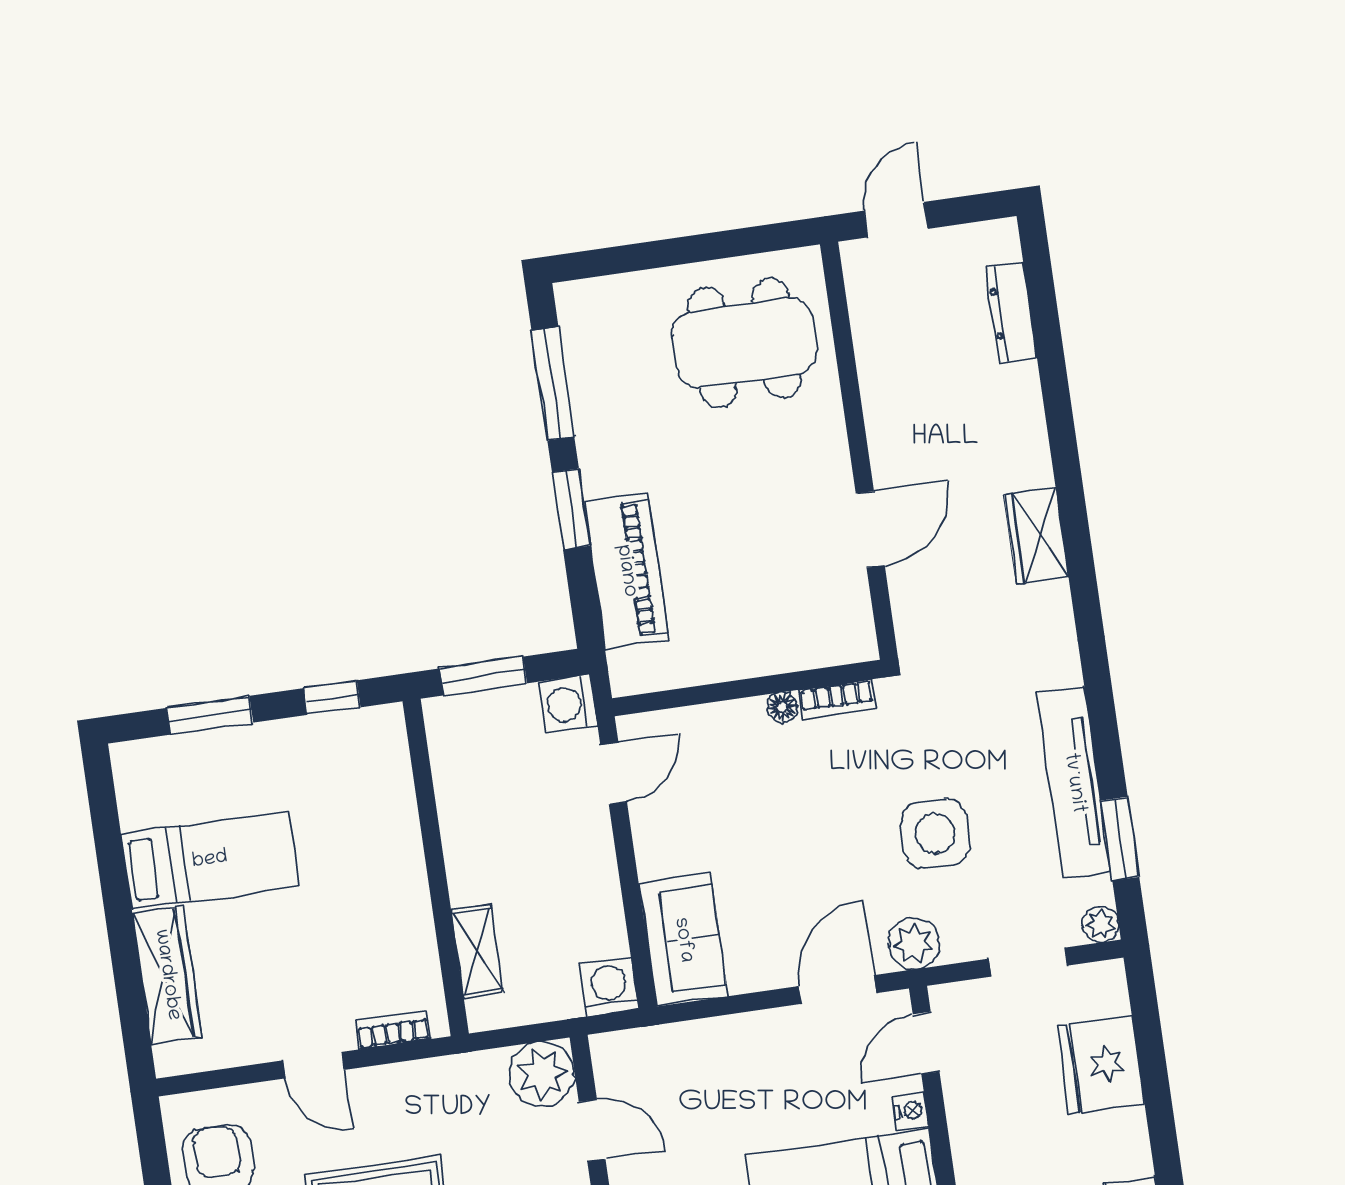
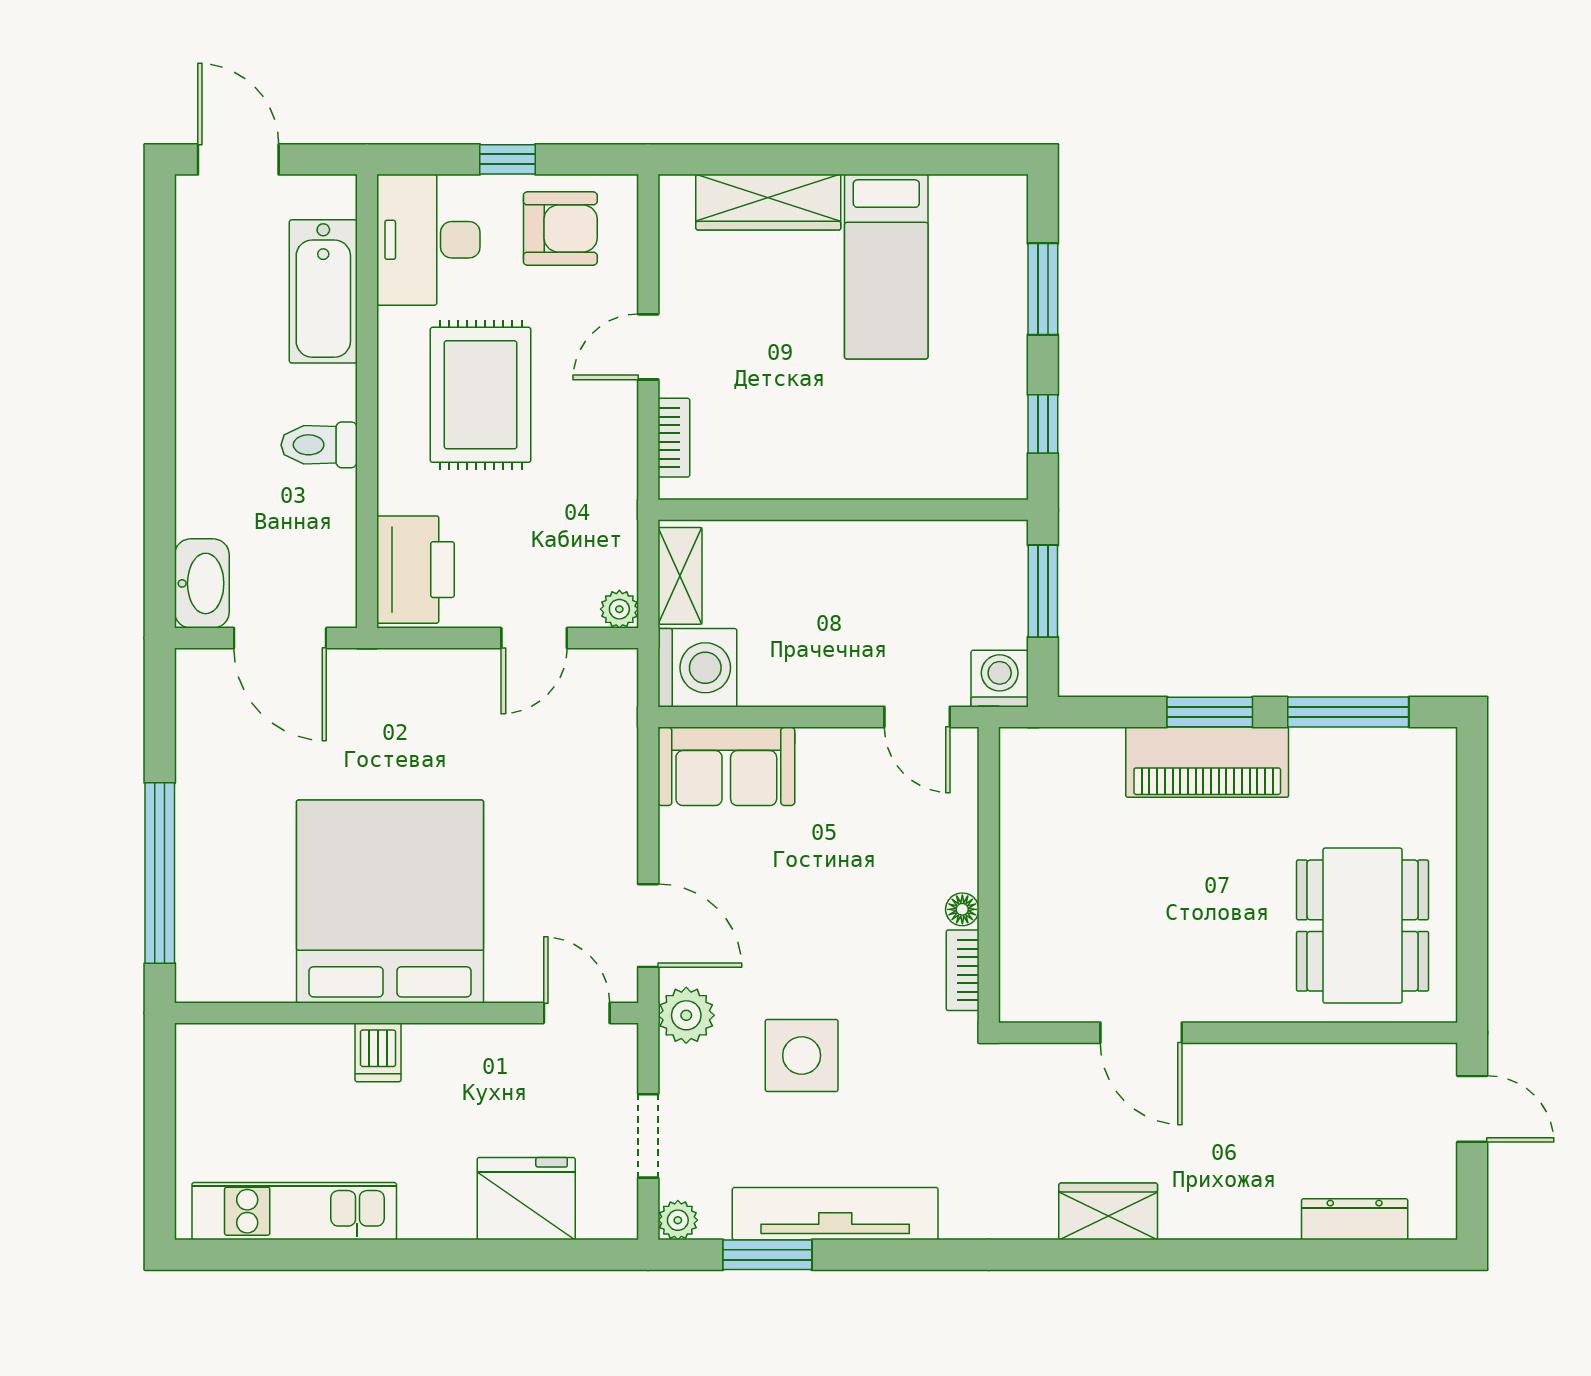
piano: (626, 571) -> (1207, 762), moved
shelving: (477, 951) -> (680, 576), moved, turned 90
washing machine: (609, 987) -> (697, 668), width x1.37, depth x1.37
plant: (542, 1074) -> (619, 609), width x0.53, depth x0.53
nightstand: (911, 1111) -> (506, 986), removed

